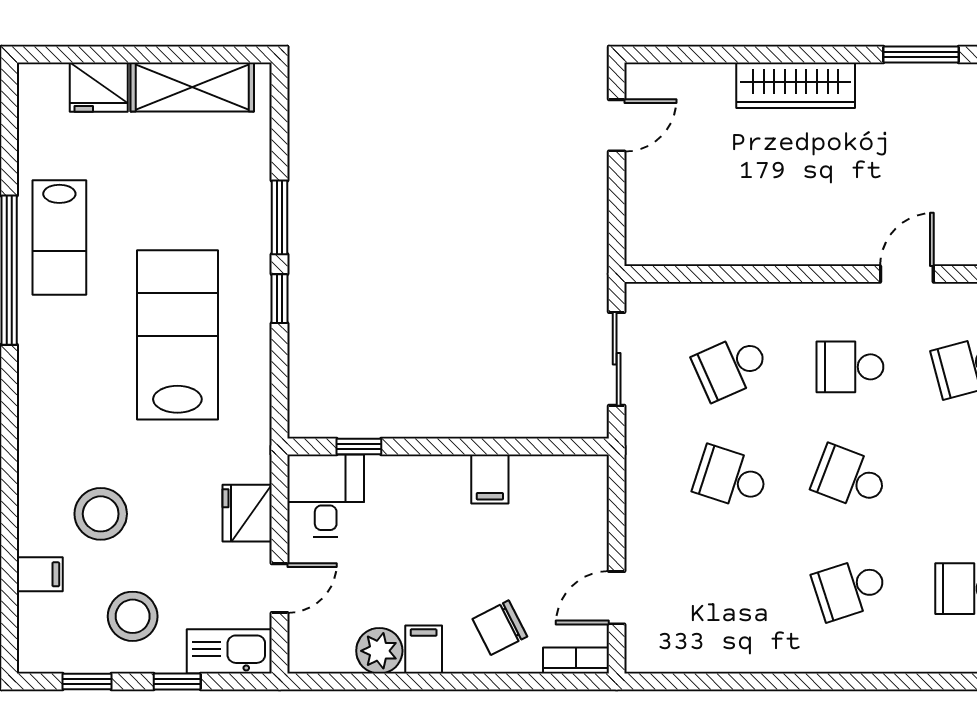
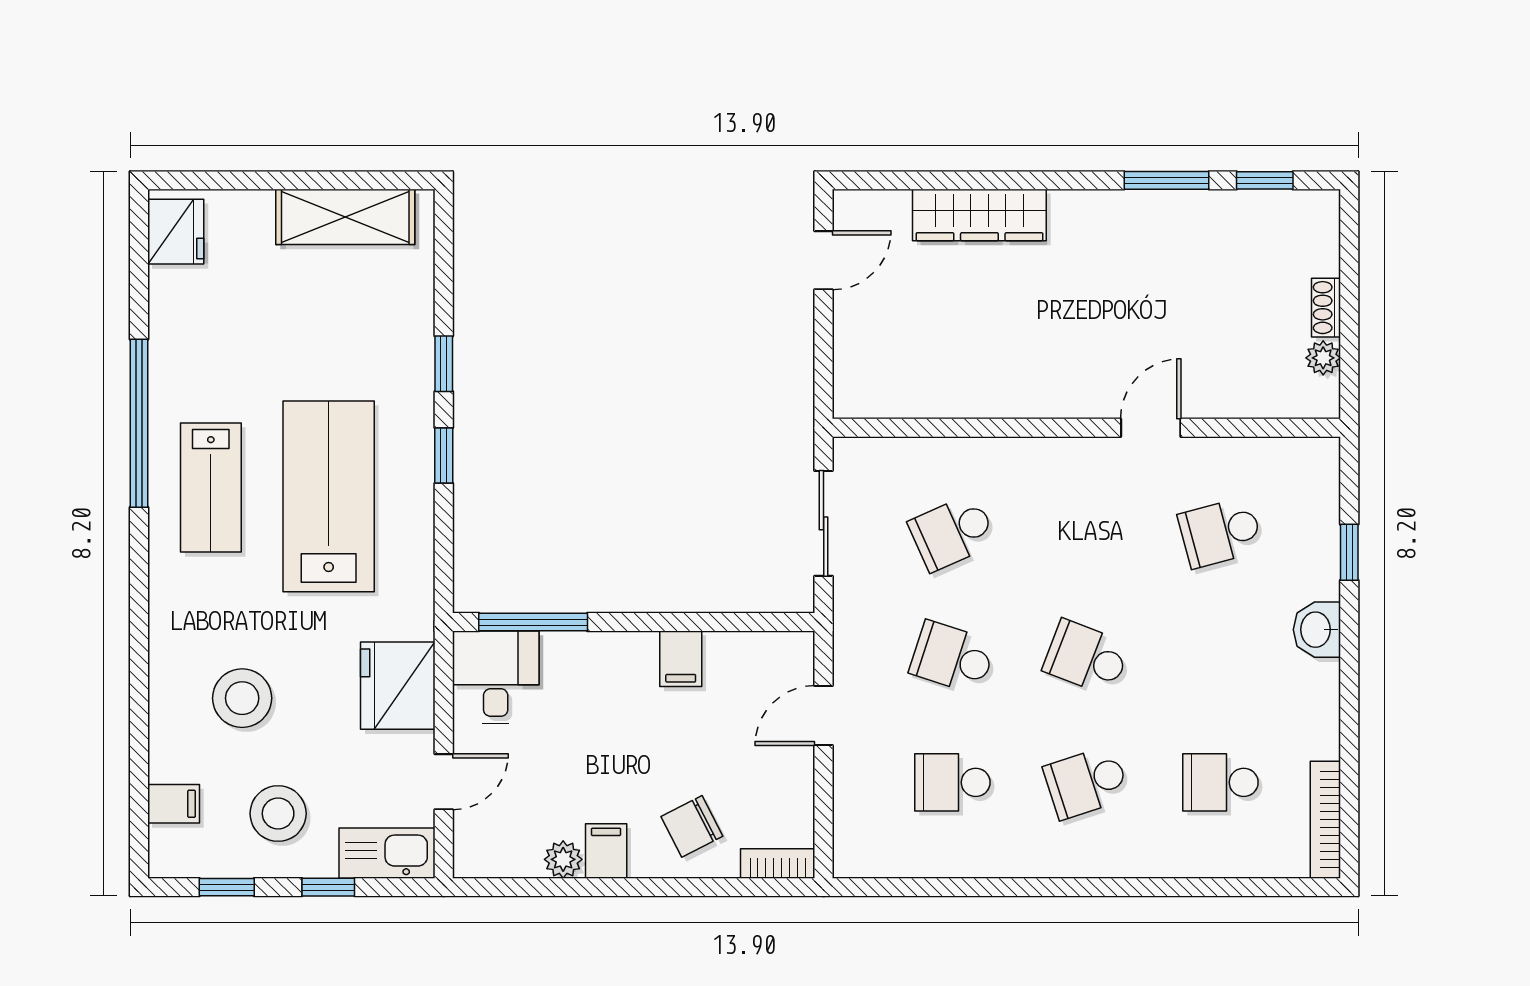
wardrobe: (796, 85) -> (979, 215), moved
fridge: (99, 87) -> (176, 232), moved, turned -90
window: (280, 217) -> (444, 364), width x0.67
lab bench: (59, 237) -> (211, 487), moved
school desk: (850, 367) -> (952, 782), moved
window: (359, 446) -> (533, 622), width x2.17
fridge: (247, 513) -> (398, 686), width x1.36, depth x1.34
filing cabinet: (40, 574) -> (174, 804), moved
door: (617, 598) -> (824, 716), moved
plant: (379, 651) -> (563, 859), width x0.73, depth x0.73

